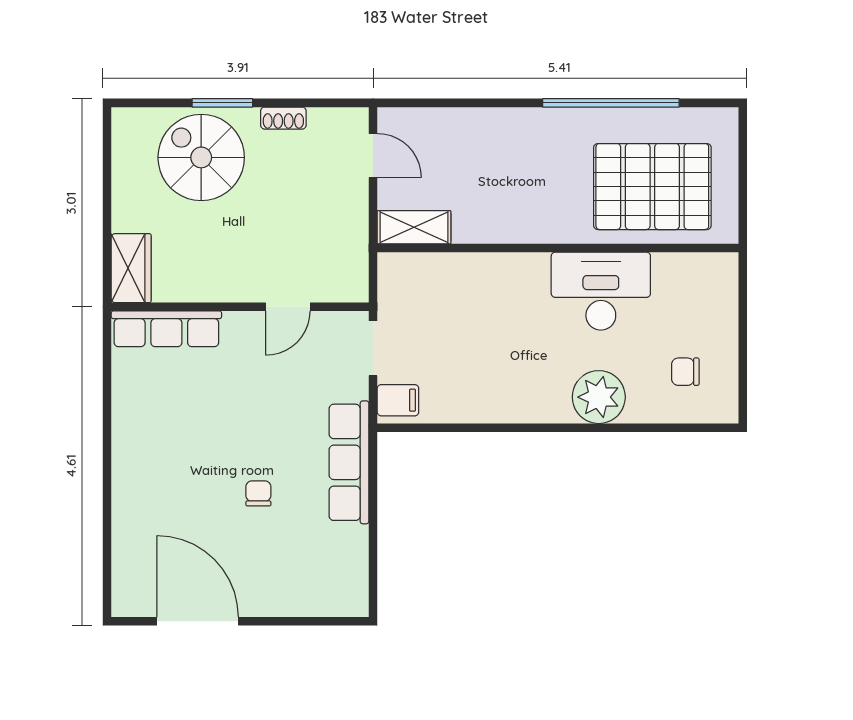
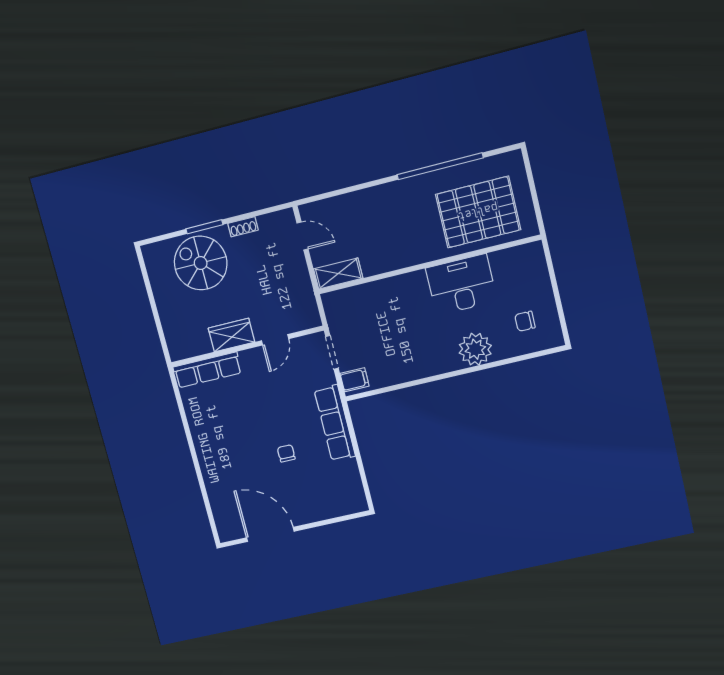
wardrobe: (131, 268) -> (231, 335), moved, turned -90

